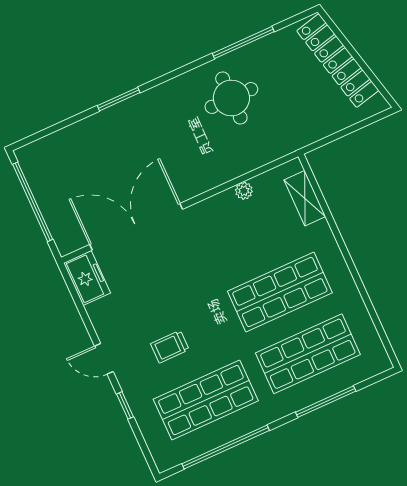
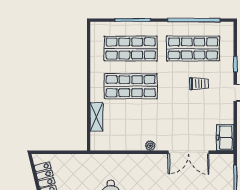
plant: (244, 191) -> (150, 146), moved
shelving: (305, 198) -> (97, 117), moved
double door: (136, 227) -> (189, 152), width x0.73

